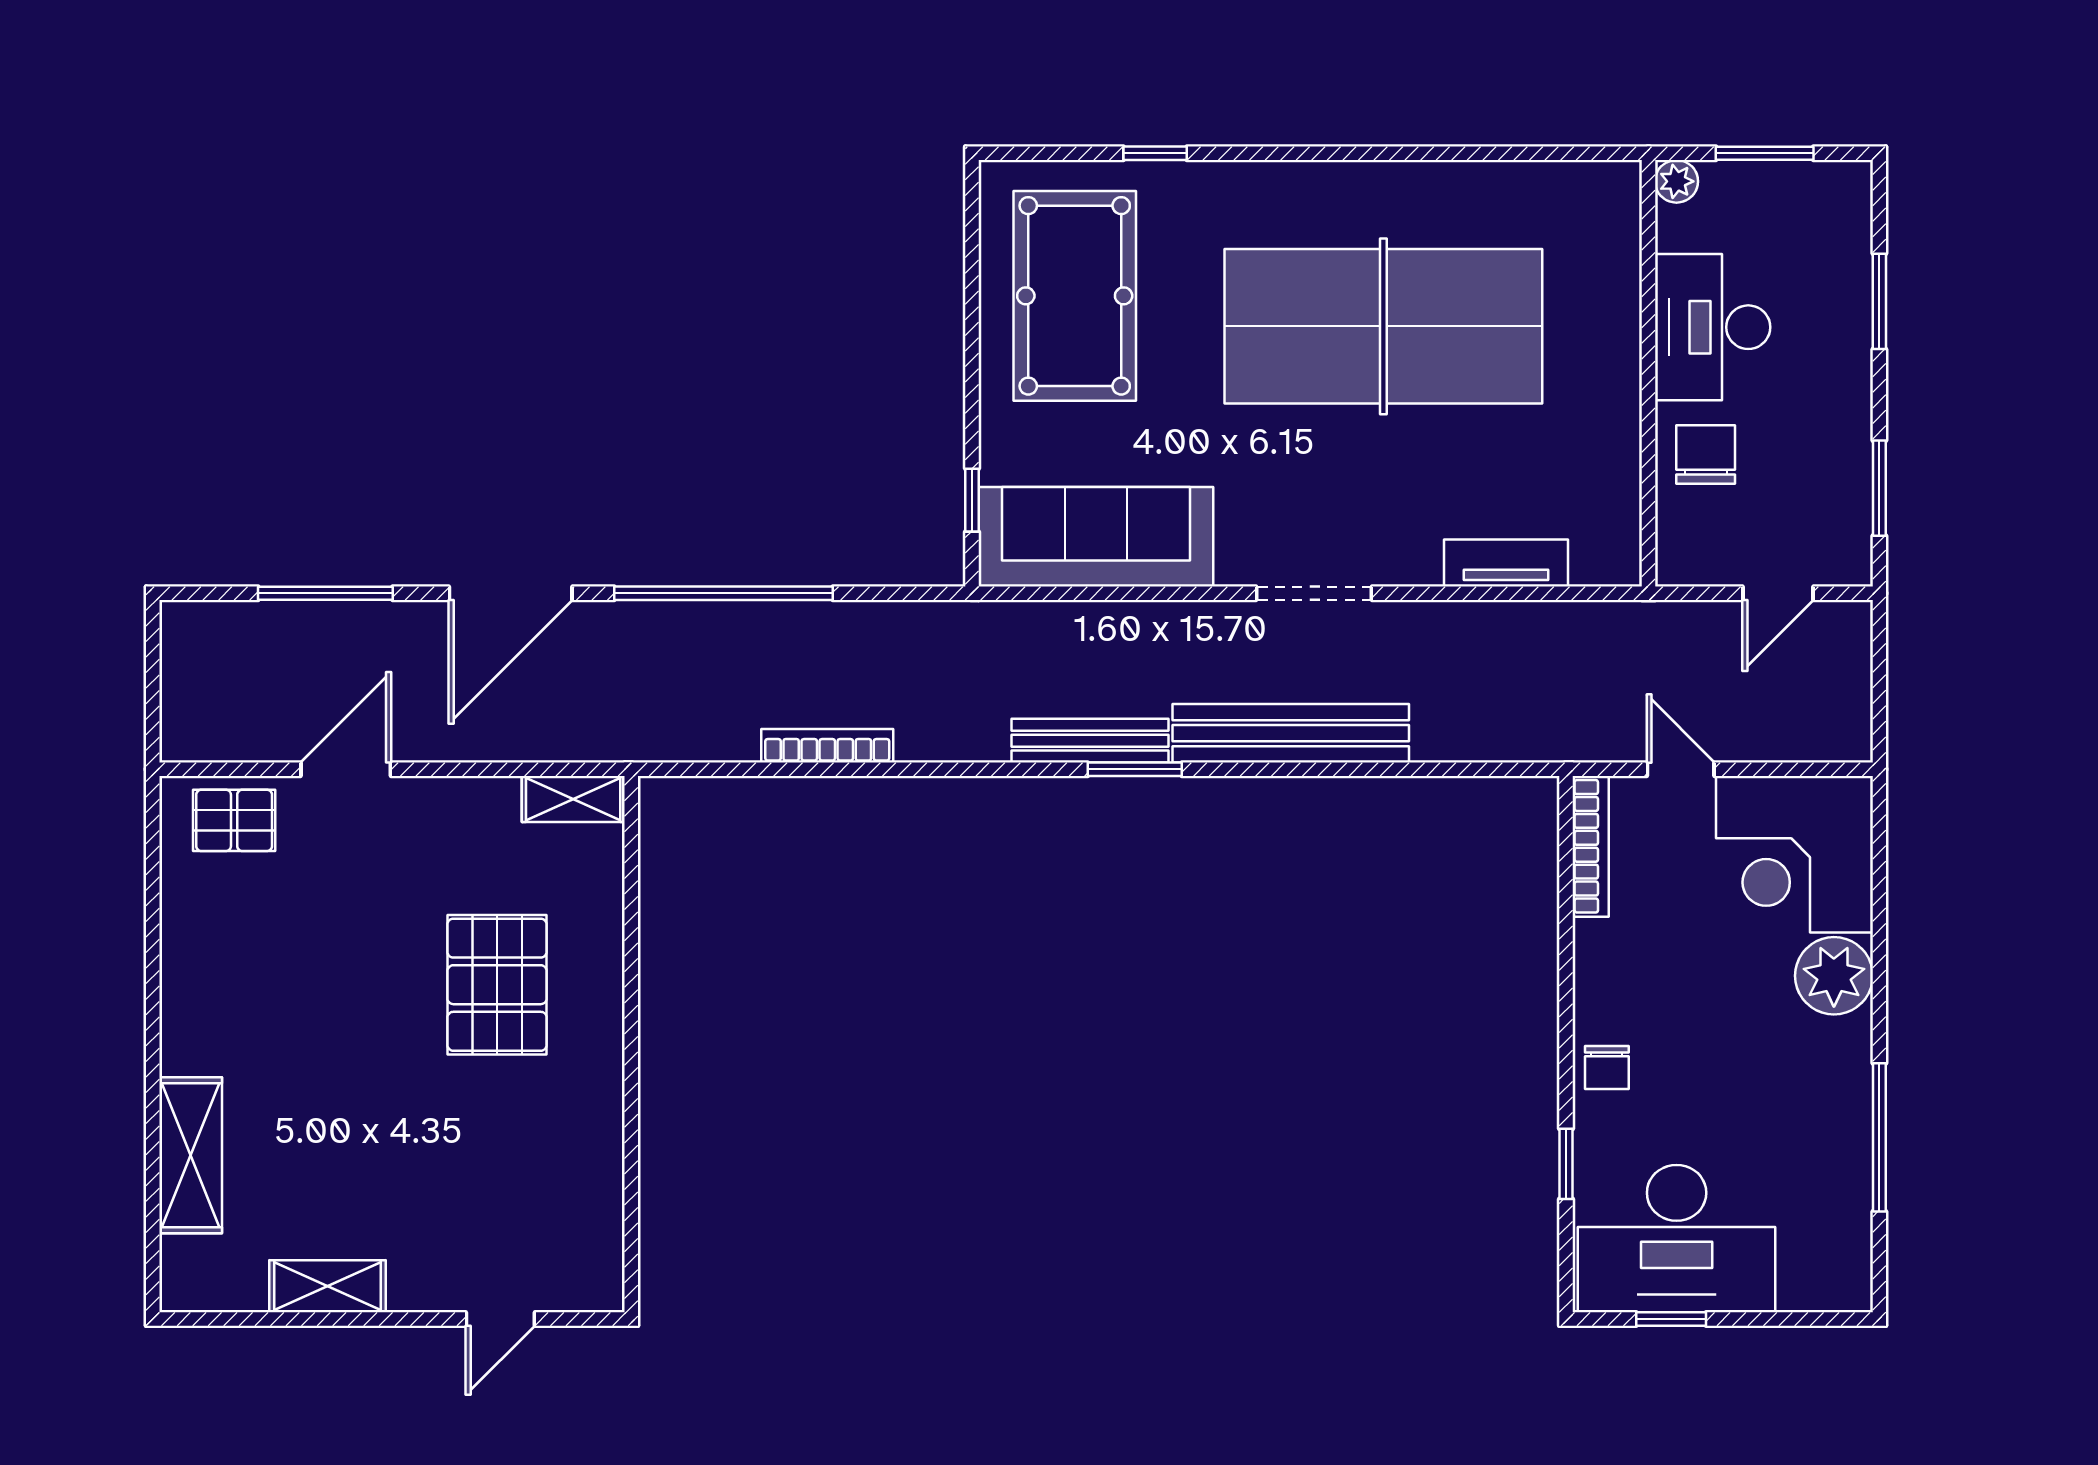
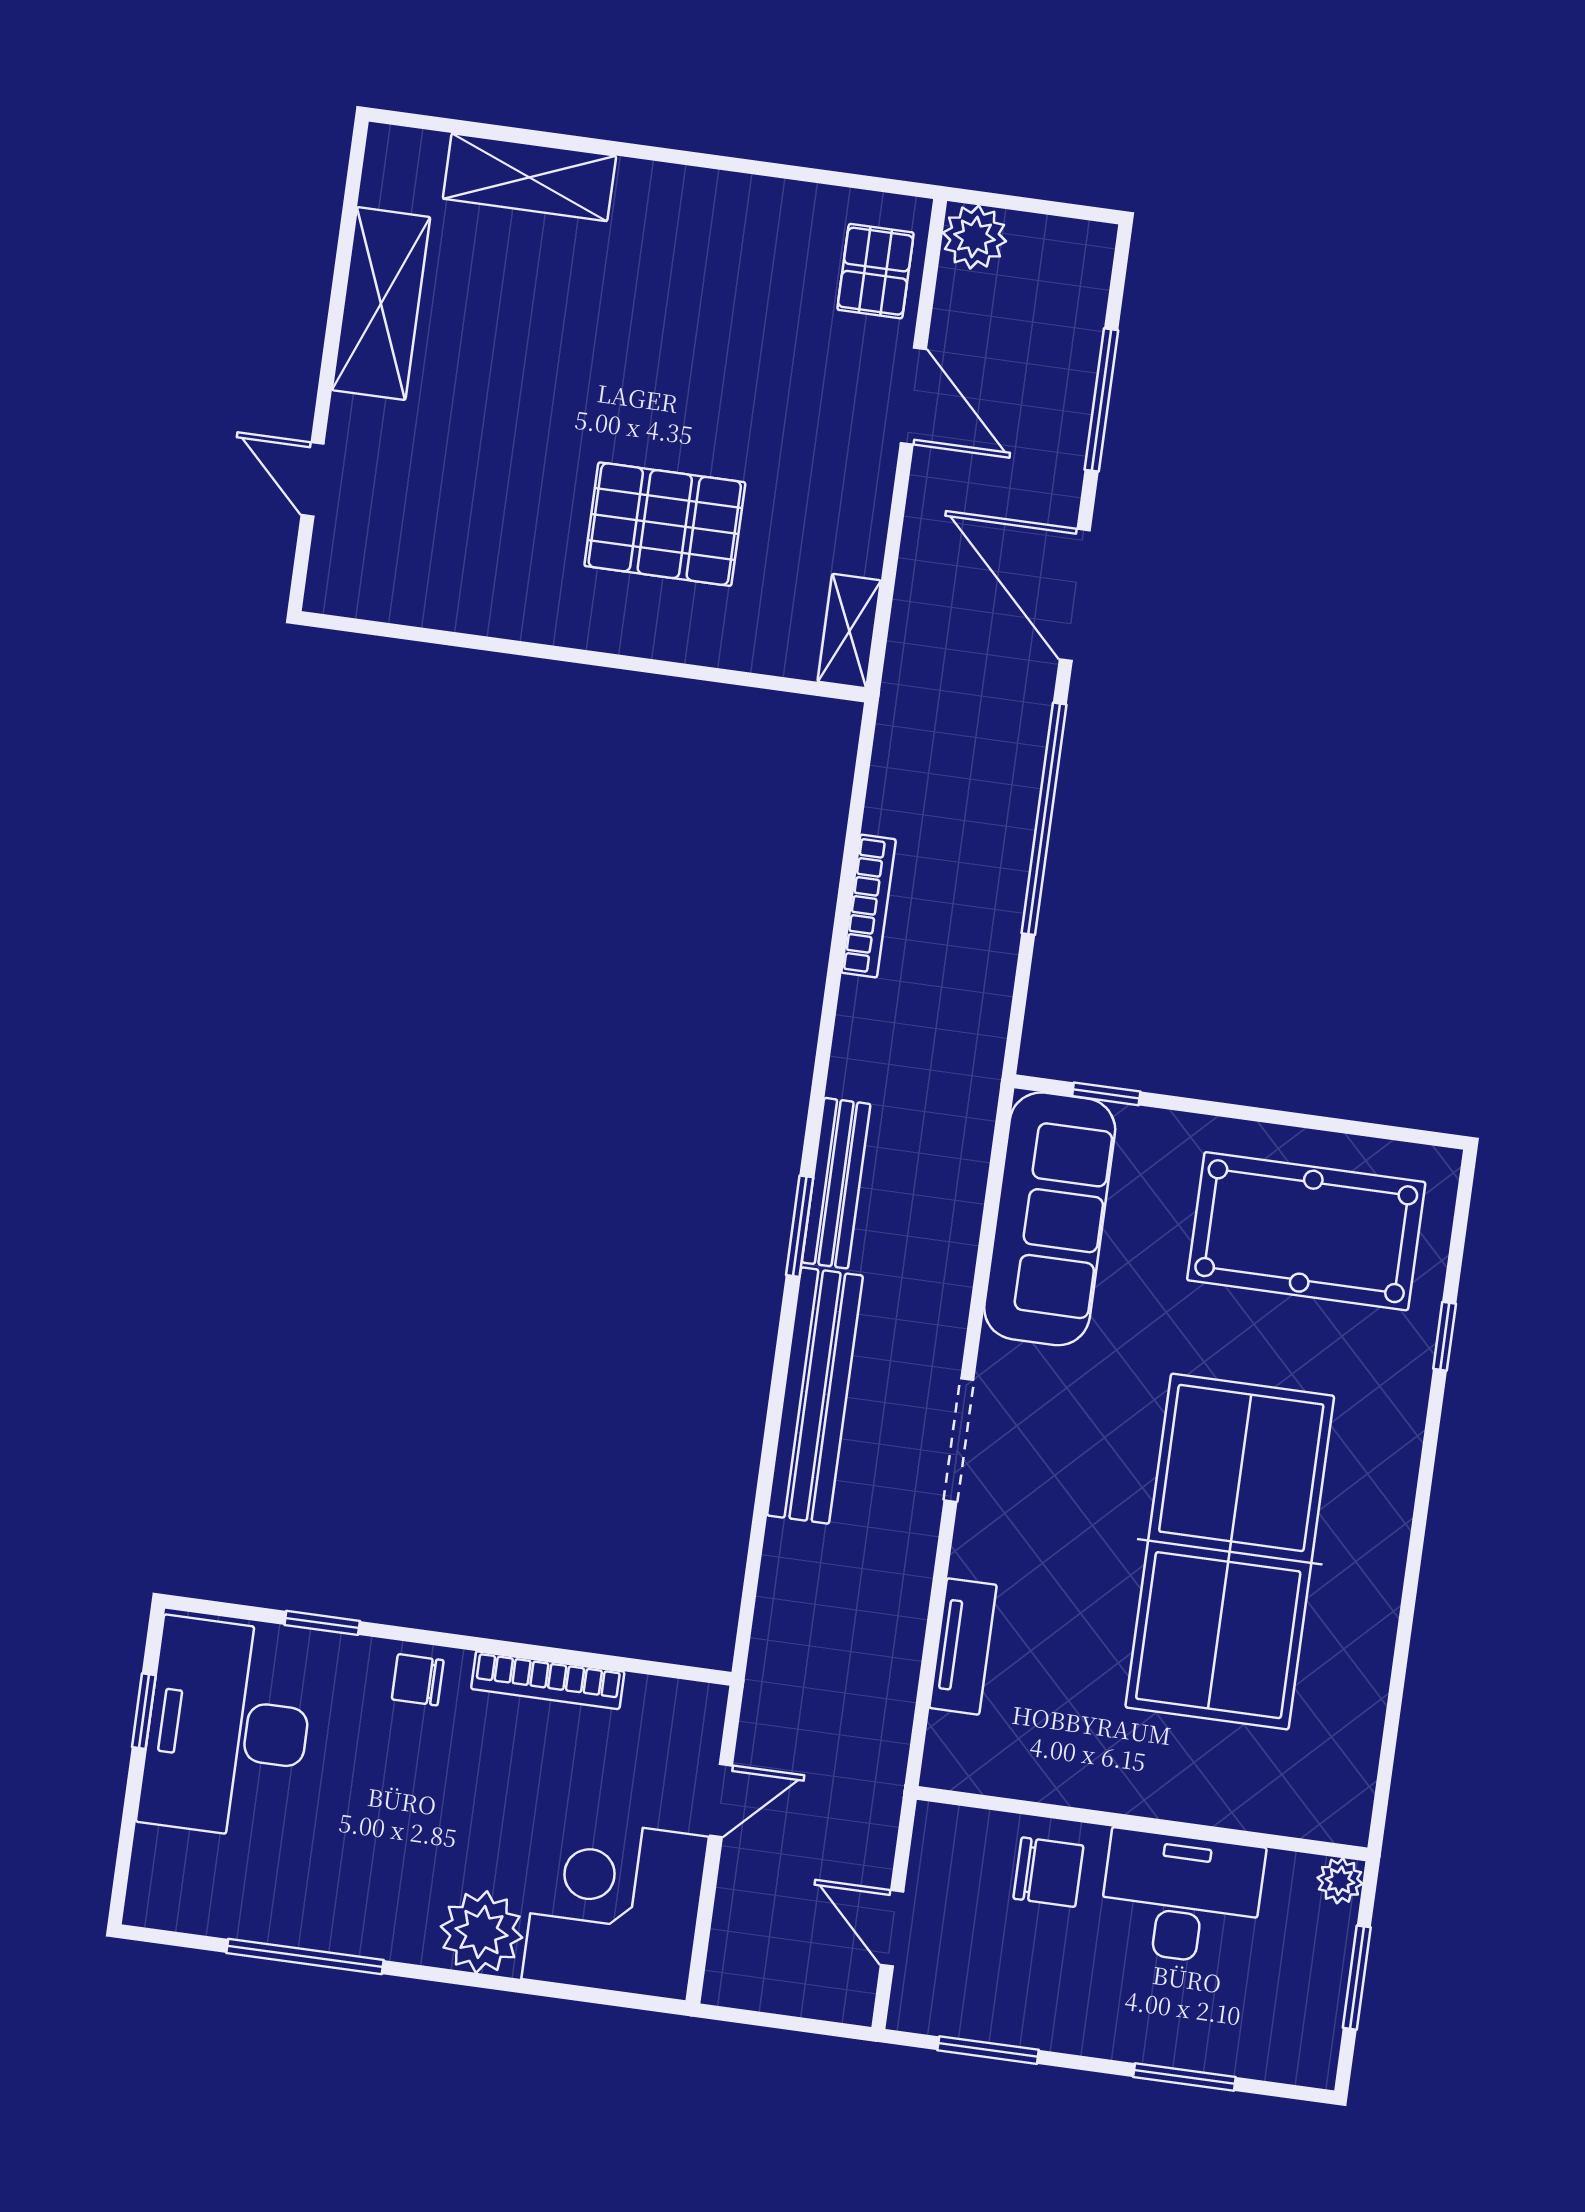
plant: (190, 732) -> (975, 237), added
bookcase: (1591, 846) -> (548, 1680), moved
shelving: (327, 1286) -> (381, 304), width x1.50, depth x1.33

